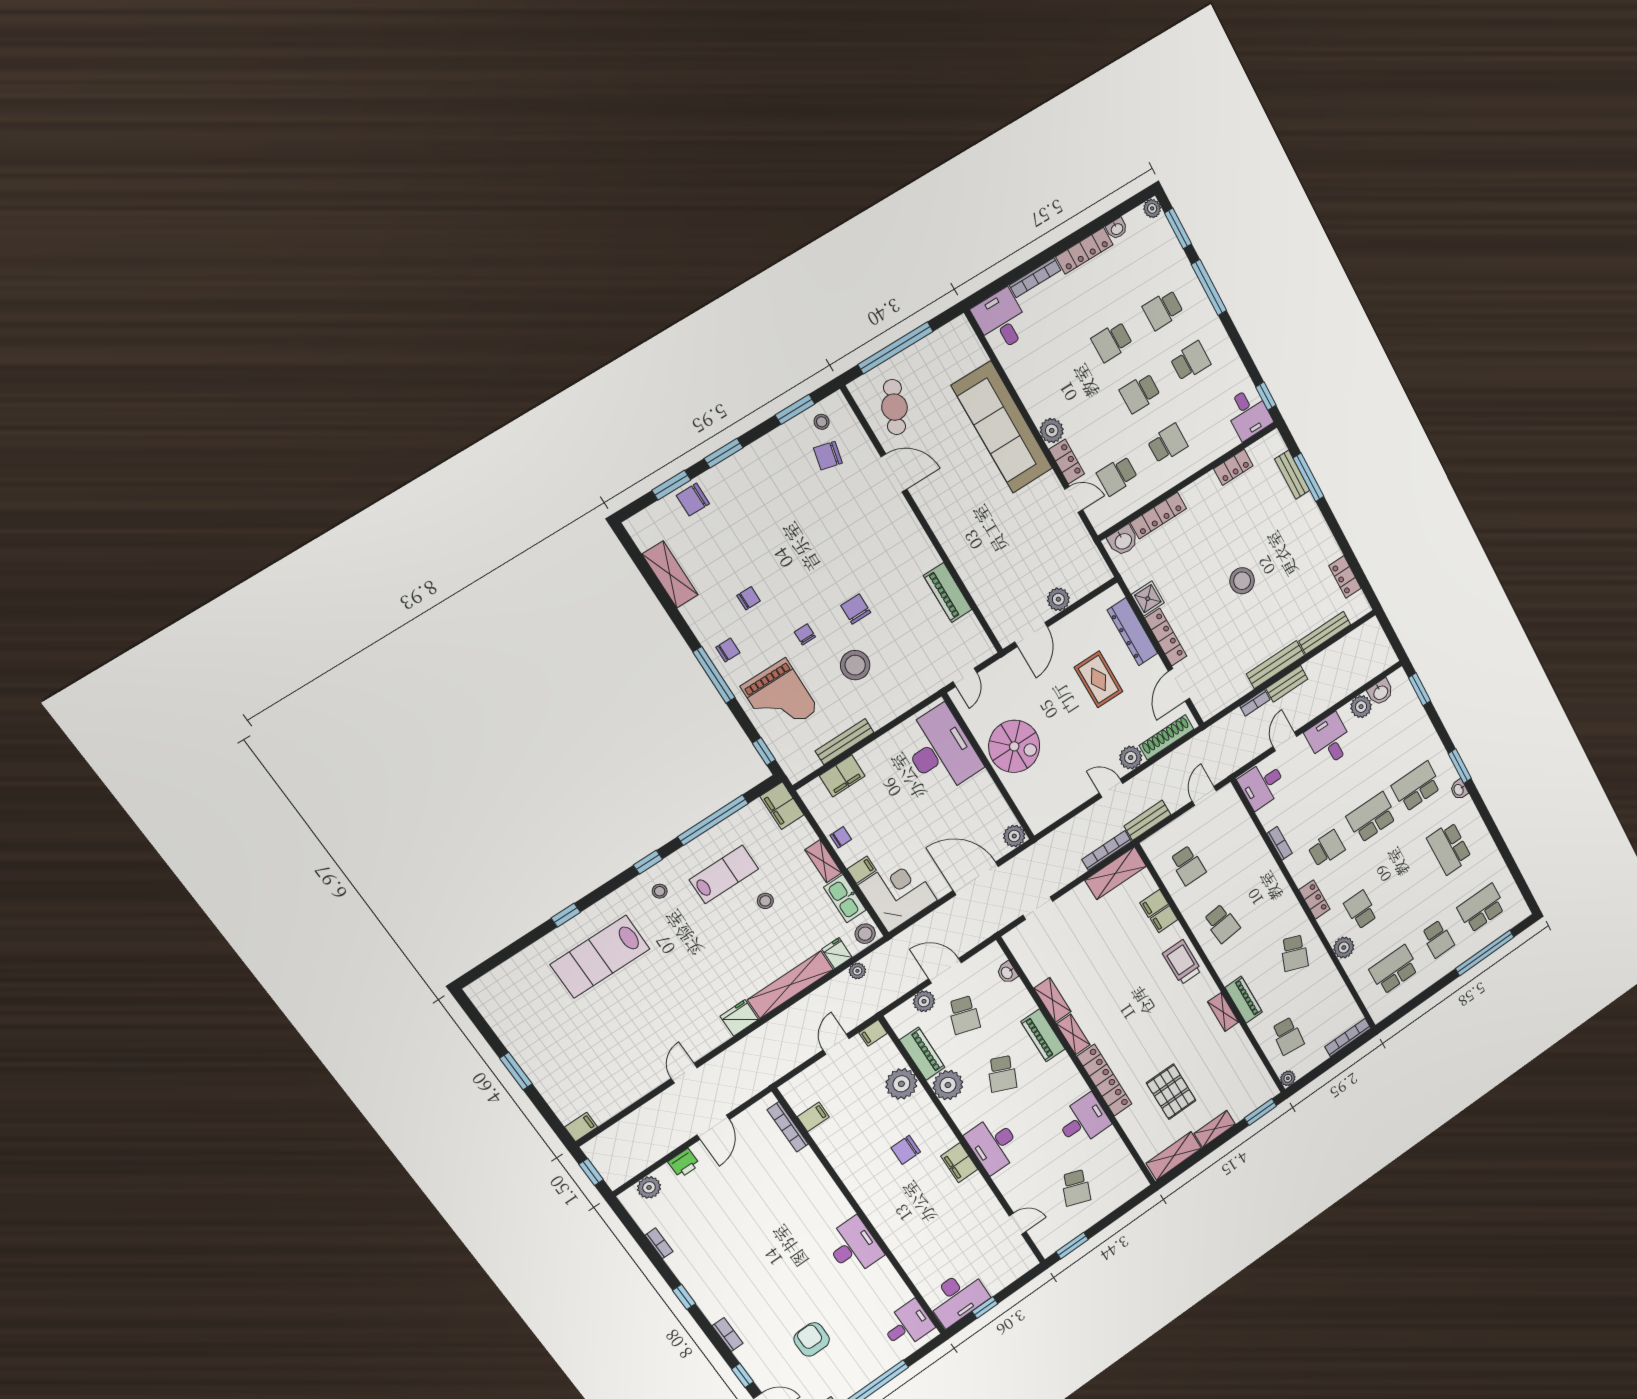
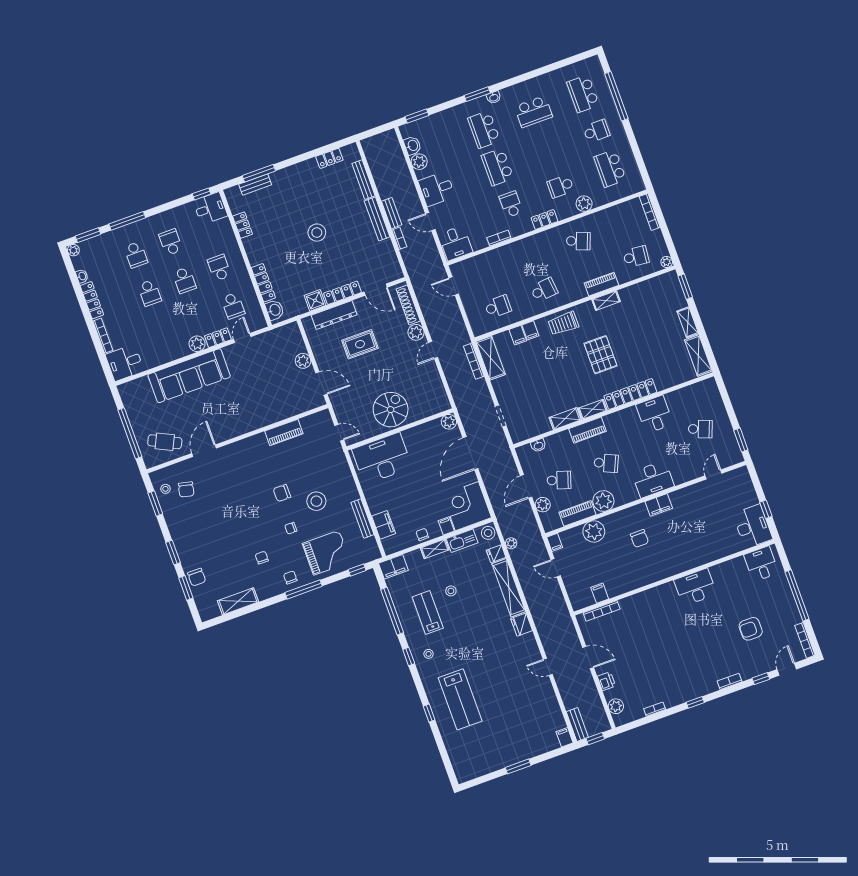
bench: (1147, 820) -> (577, 724), moved
pallet: (1171, 1092) -> (601, 355), moved, turned 90

